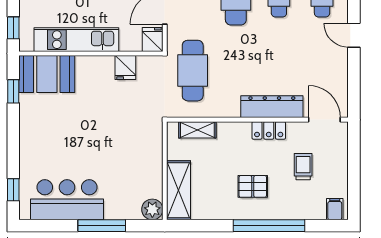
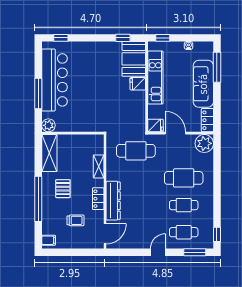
fridge: (125, 67) -> (138, 84), moved
shelving: (197, 130) -> (99, 166), moved
shelving: (178, 190) -> (49, 153), moved, turned 90
bar counter: (67, 200) -> (55, 80), width x1.36

